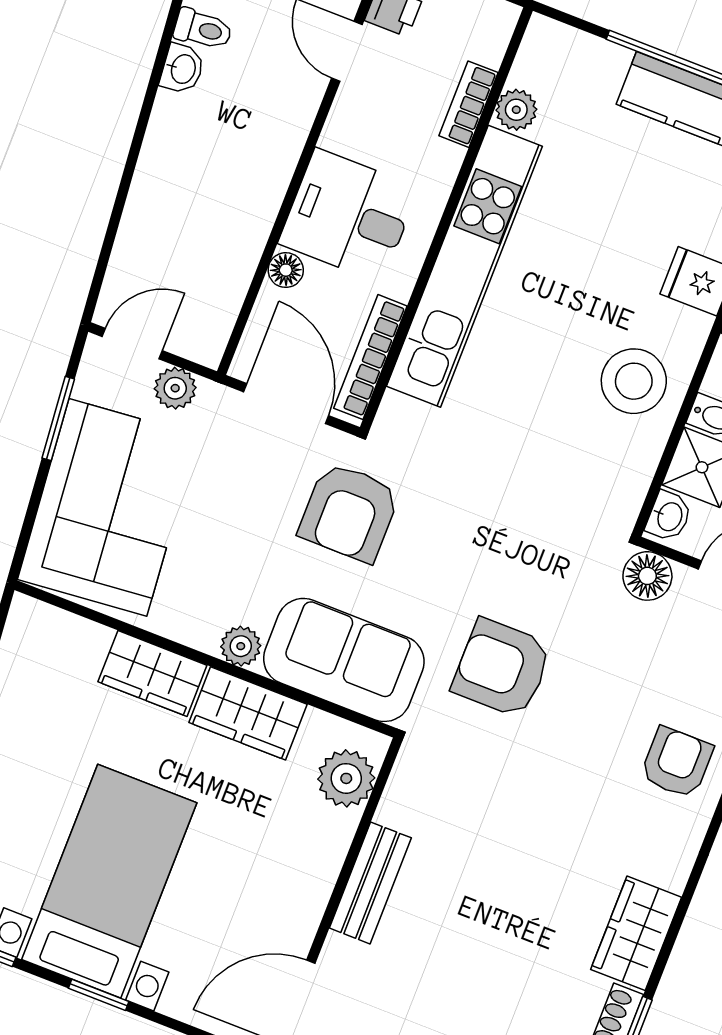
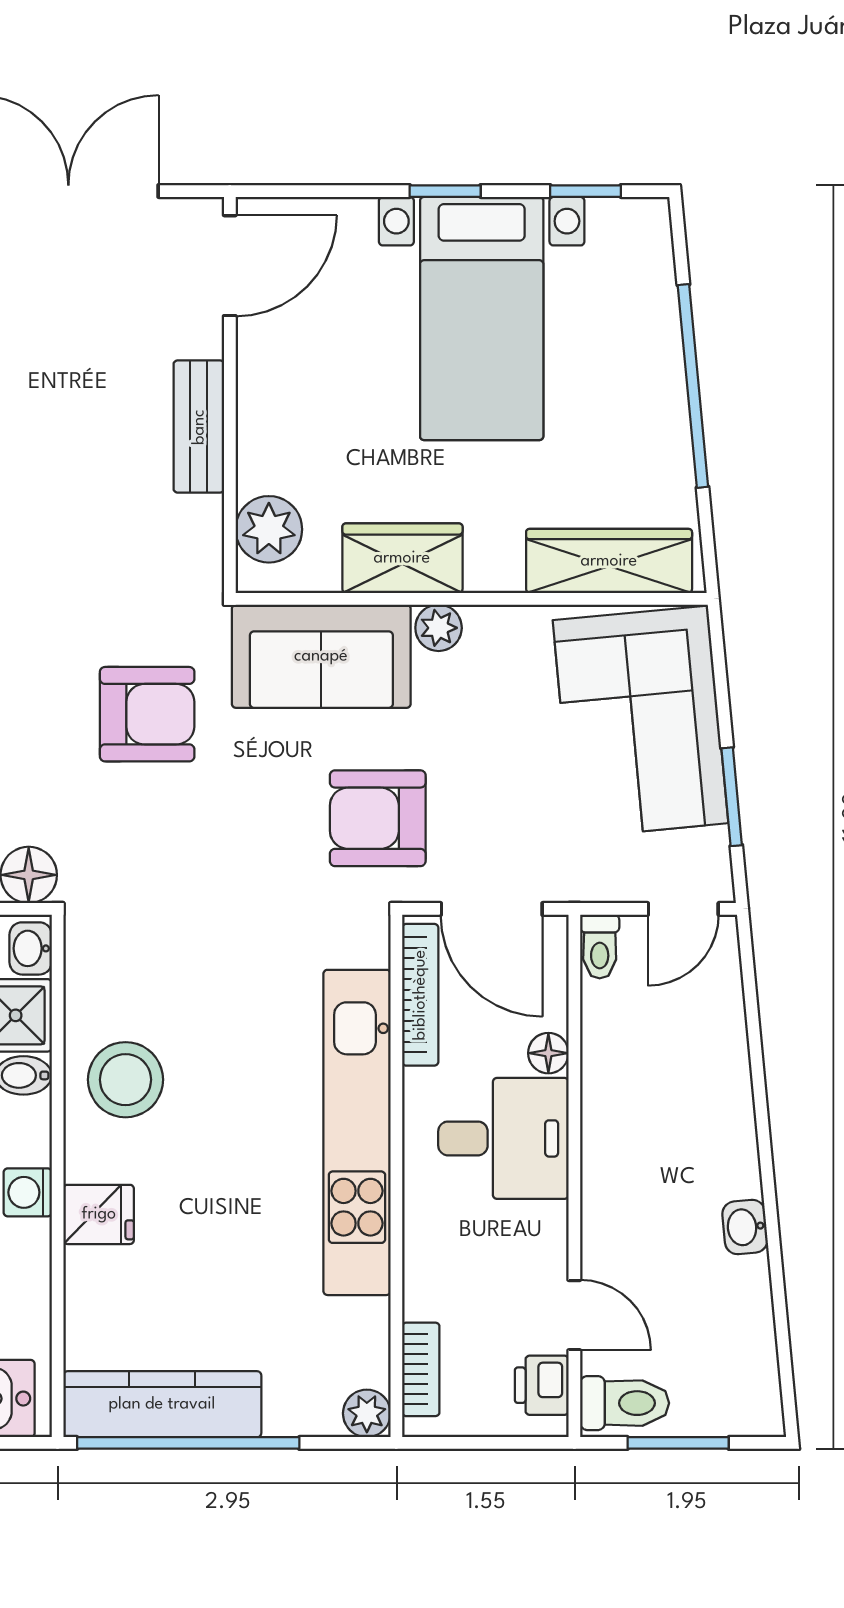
toilet: (203, 29) -> (600, 947), moved, turned -85
bookcase: (468, 104) -> (421, 1369), moved
plant: (516, 110) -> (367, 1413), moved
plant: (175, 388) -> (618, 879), removed
armchair: (349, 512) -> (378, 818), turned -90
wardrobe: (152, 674) -> (609, 561), moved, width x1.50

